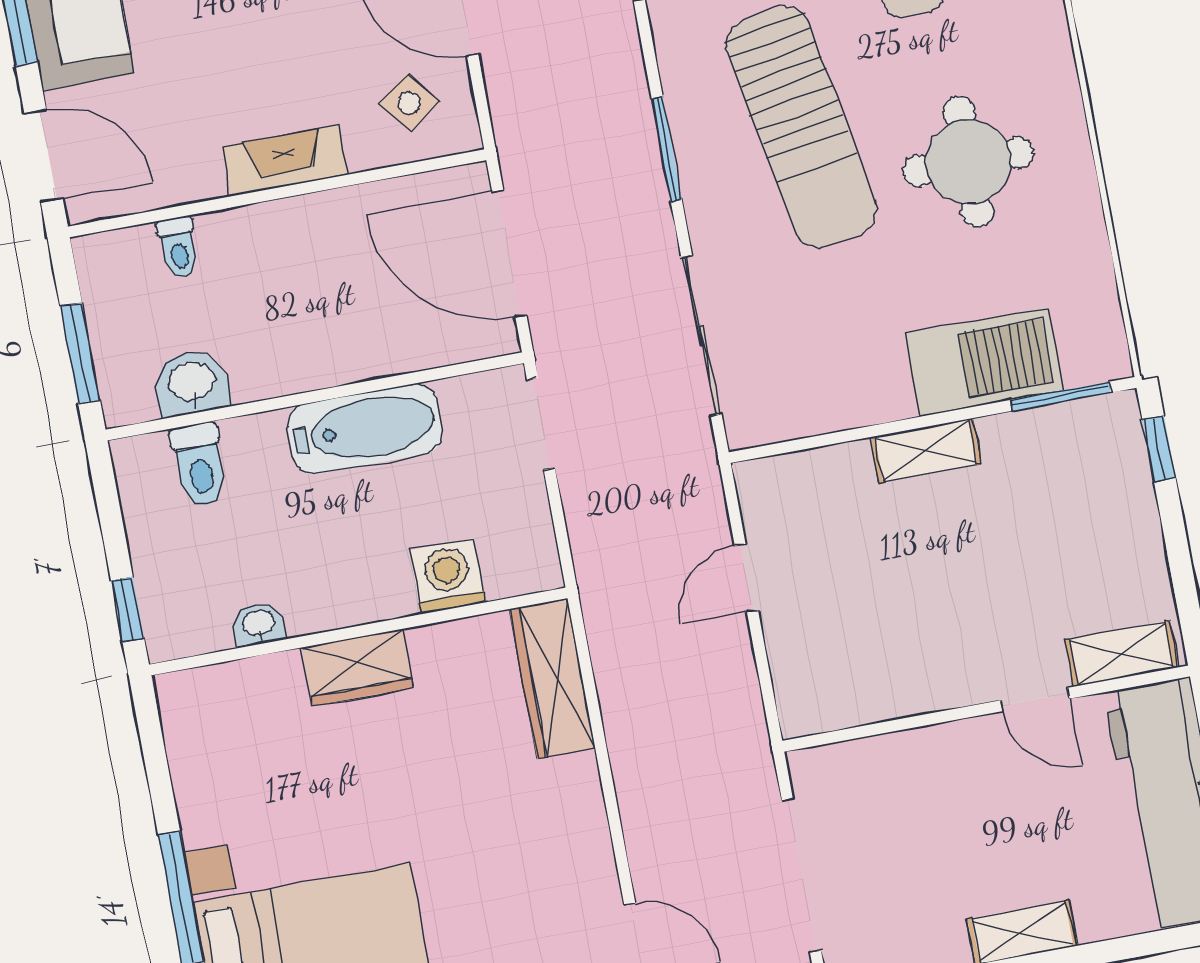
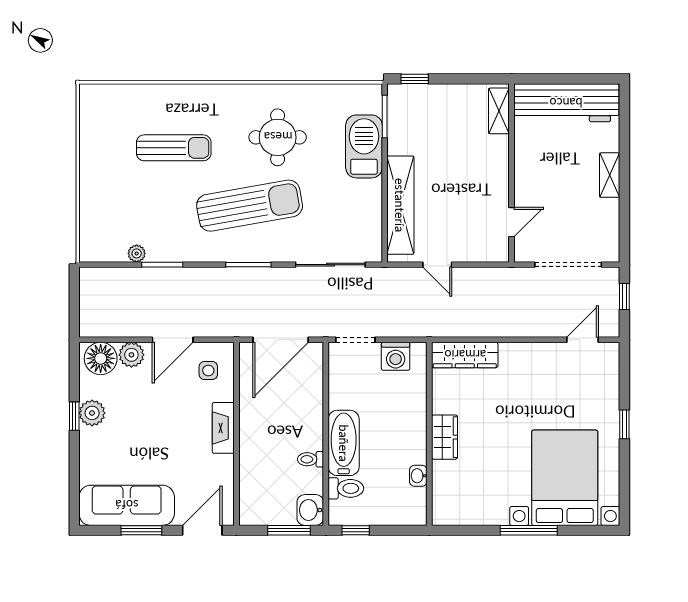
side table: (409, 103) -> (208, 370), turned 37
toilet: (178, 248) -> (311, 459), moved, turned 180
washbasin: (192, 383) -> (310, 510), moved
bathtub: (365, 429) -> (344, 443), moved
shelving: (926, 451) -> (400, 205), width x2.20, depth x1.33
washing machine: (448, 576) -> (396, 356), moved, turned -90
window: (128, 609) -> (356, 530), moved
door: (1035, 700) -> (512, 222), moved

